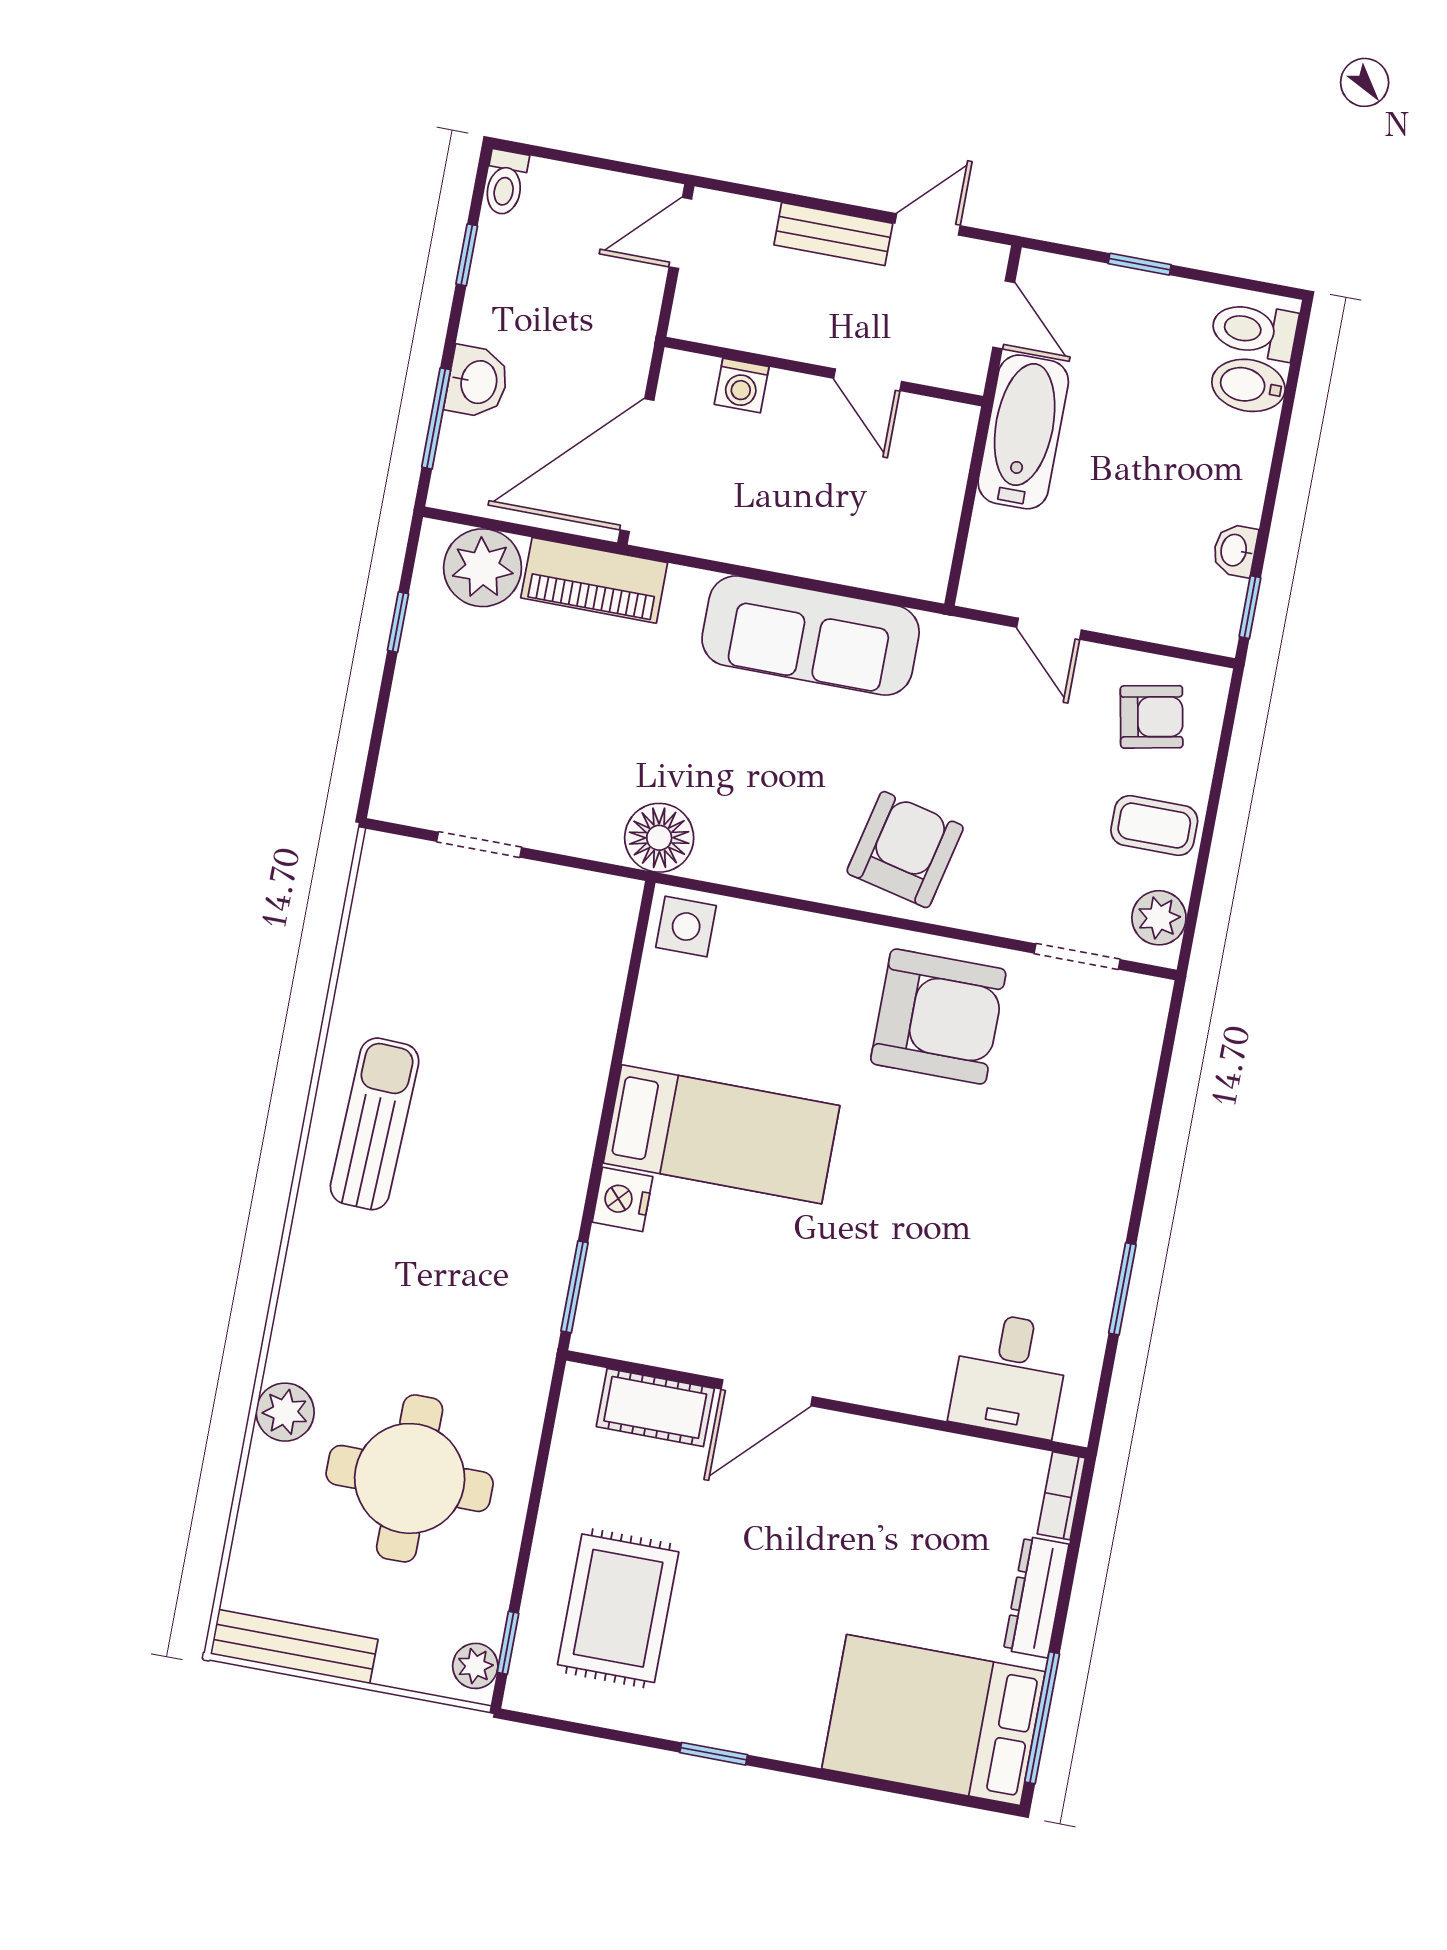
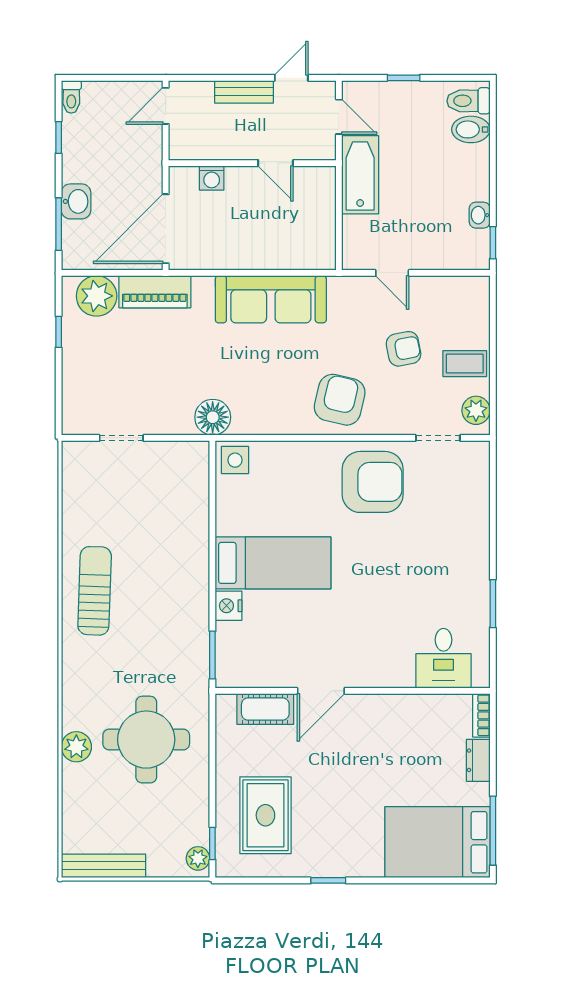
armchair: (1152, 717) -> (404, 349), moved
round table: (410, 1478) -> (146, 740), moved
dresser: (1036, 1597) -> (478, 760), width x0.70

